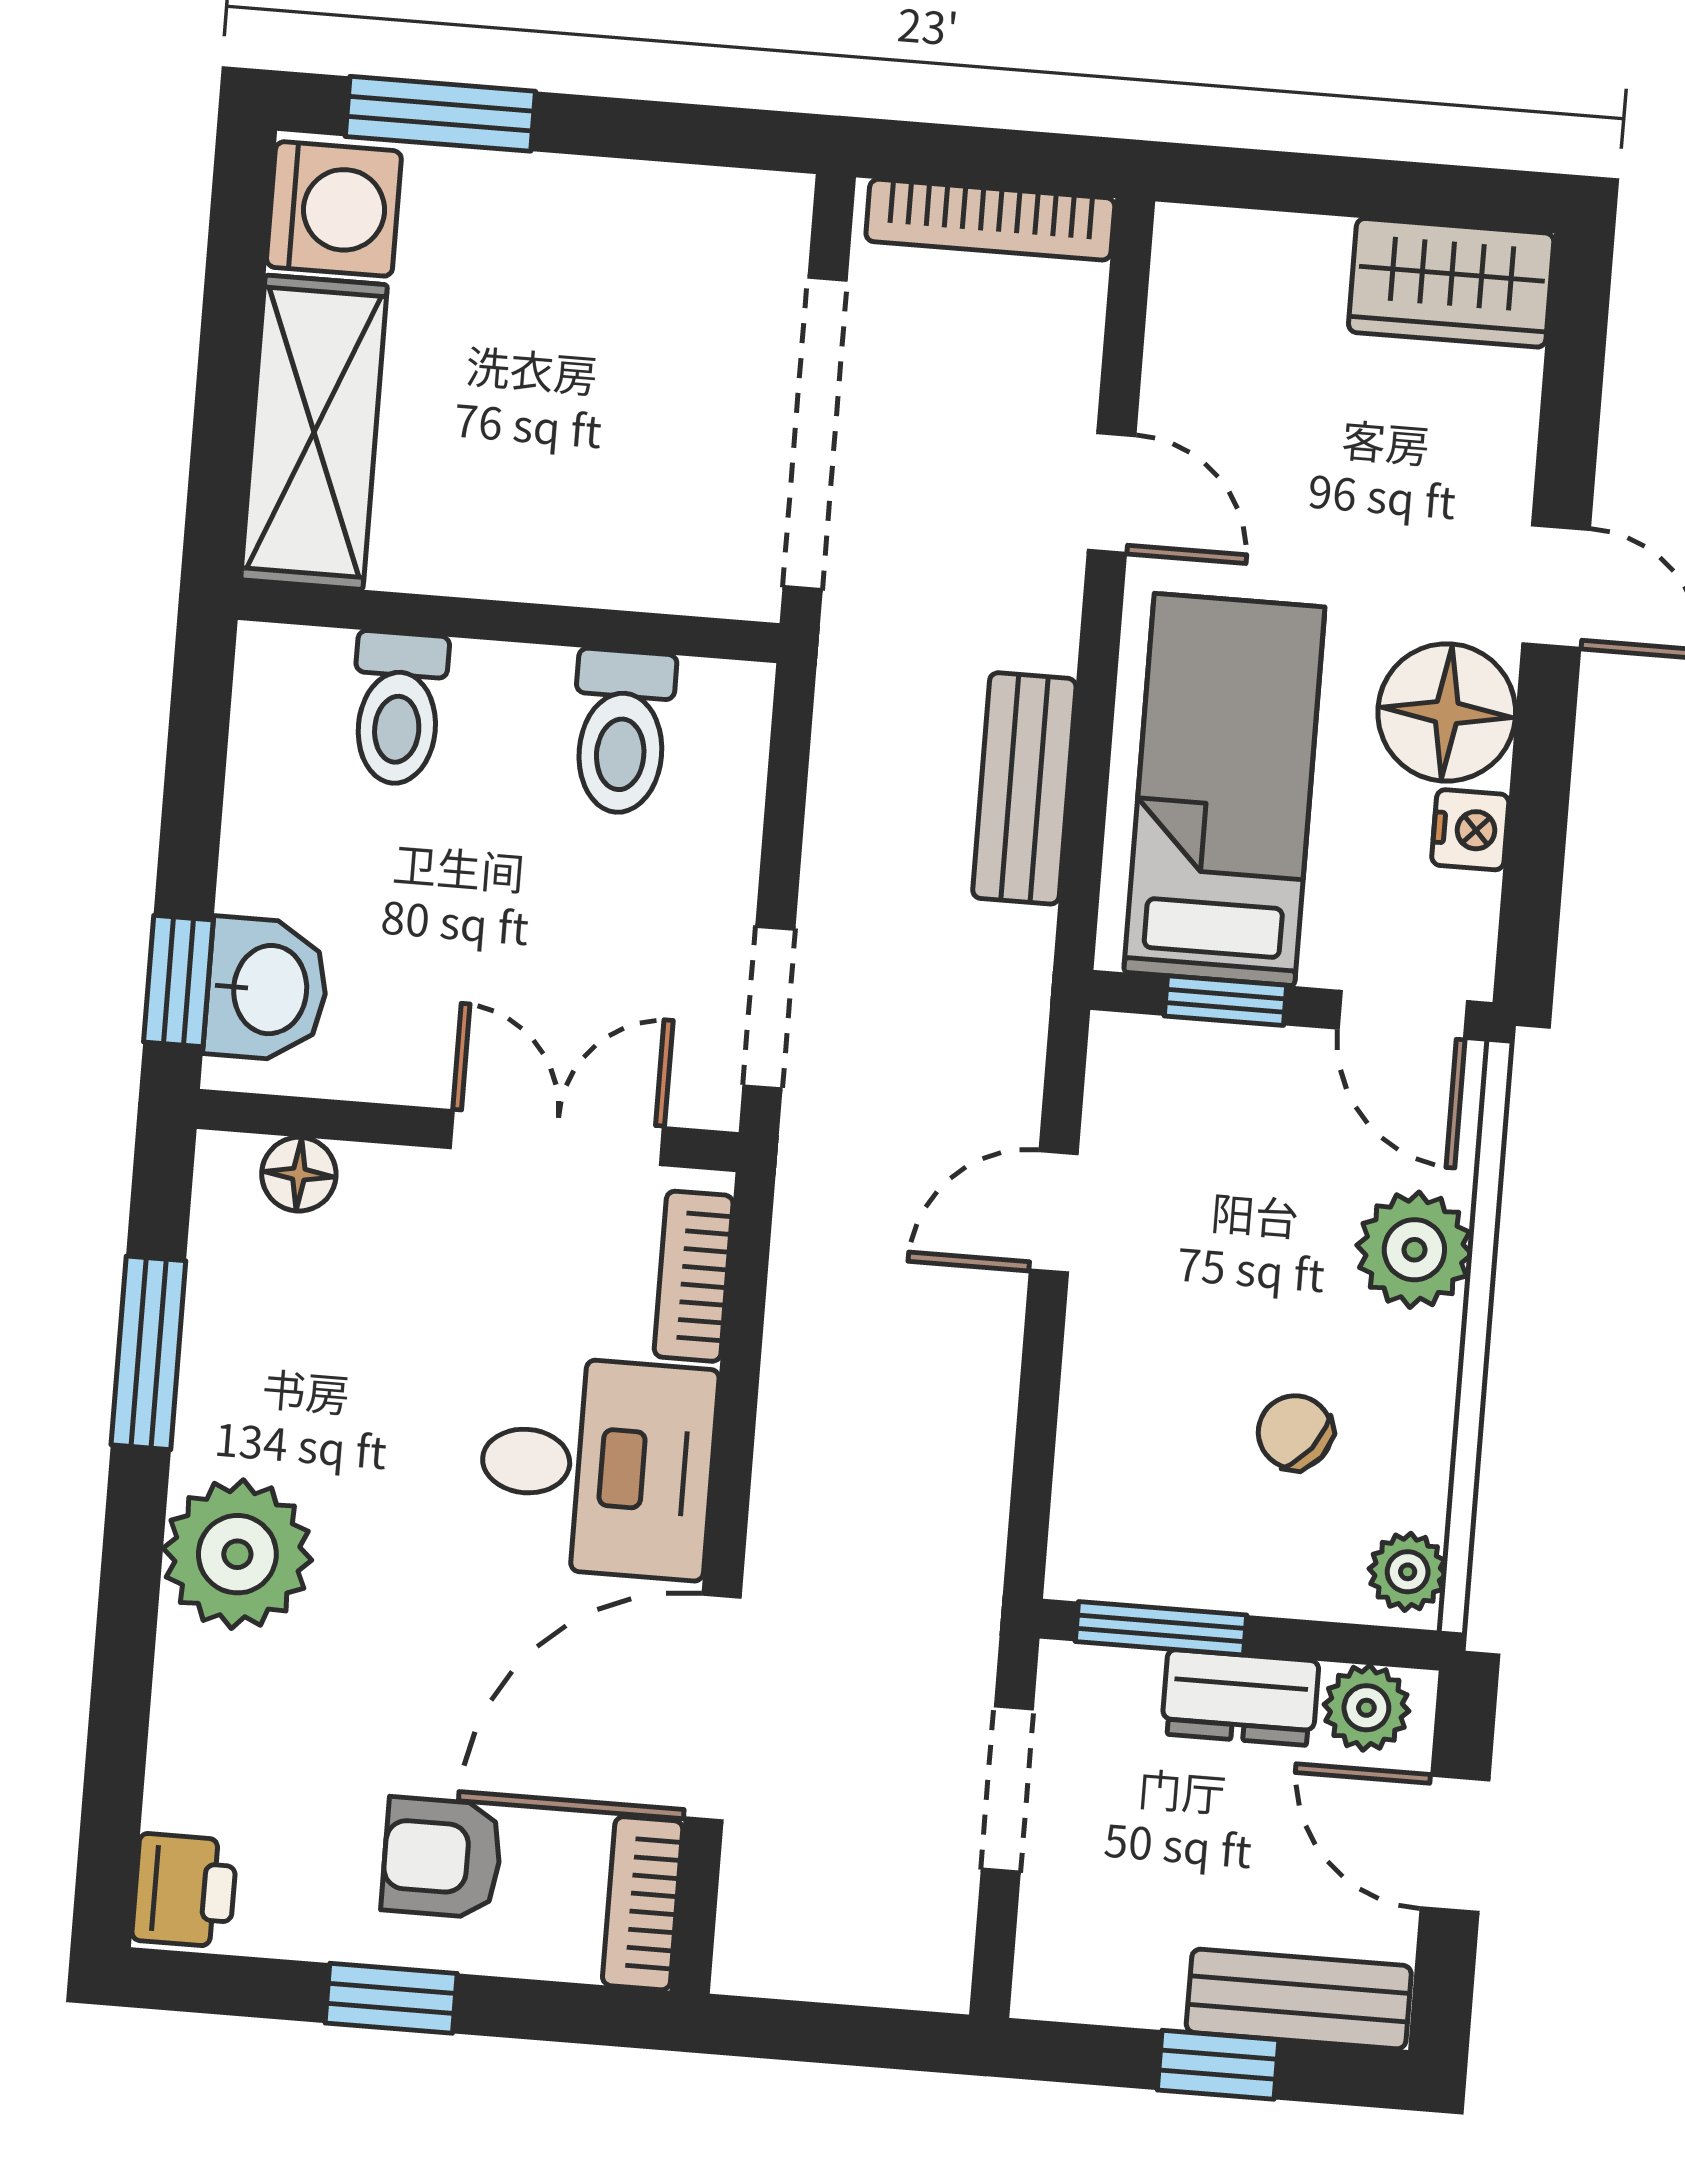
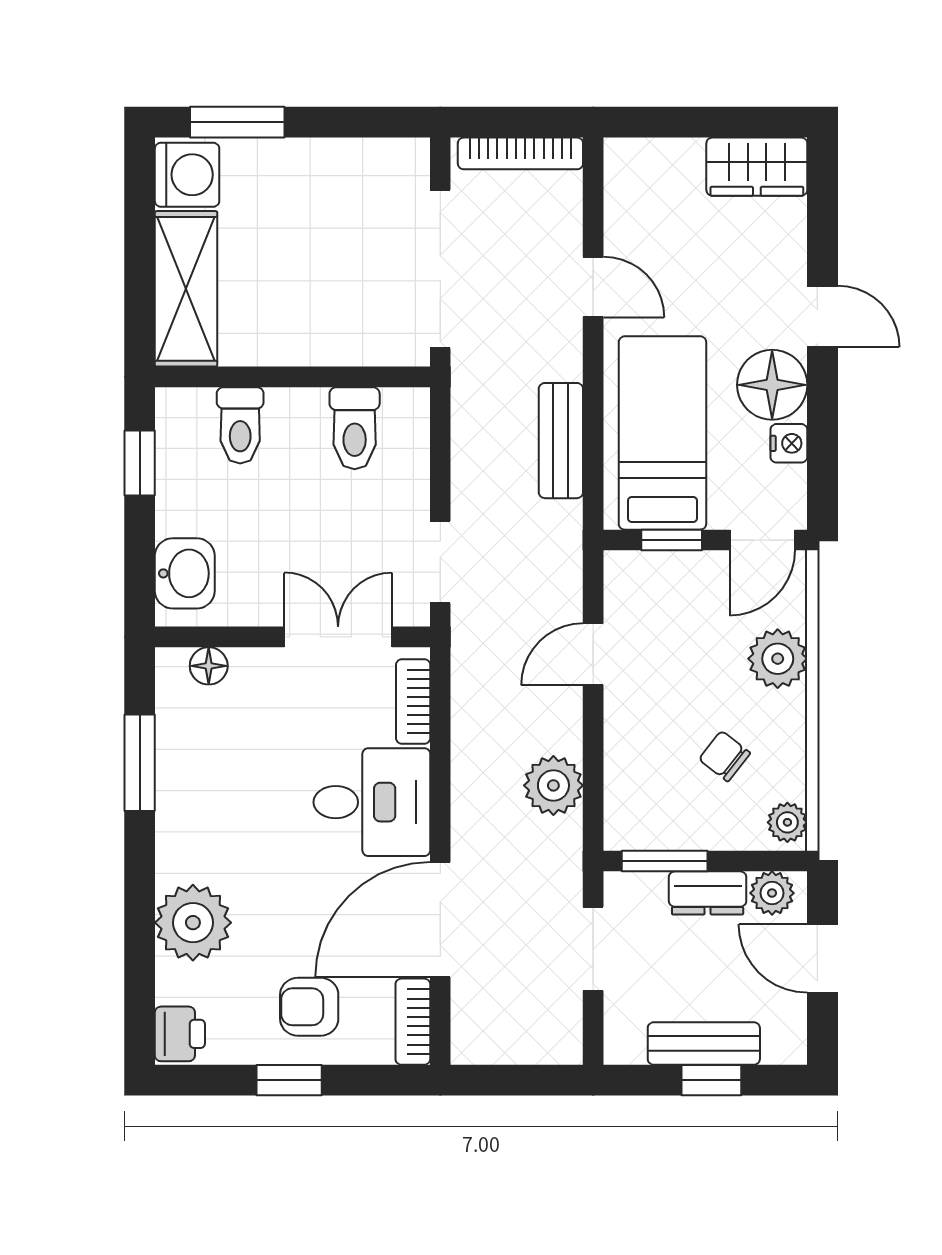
window: (178, 981) -> (140, 463), moved
door: (1403, 1015) -> (762, 540), hinge flipped
plant: (955, 1463) -> (553, 785), added
plant: (237, 1554) -> (193, 923), moved
bench: (1299, 1999) -> (704, 1044), moved

